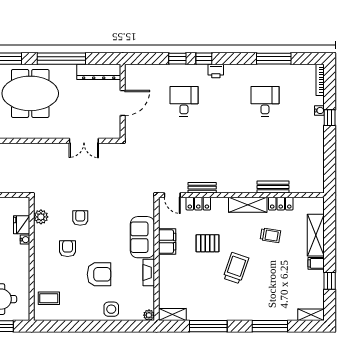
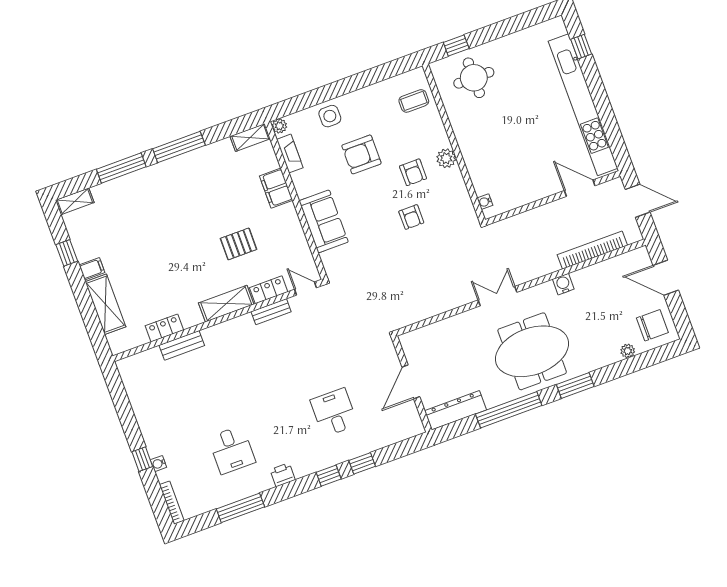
printer: (216, 71) -> (283, 475), moved
desk: (184, 101) -> (334, 412), turned 180
double door: (84, 141) -> (497, 296), moved
shelving: (248, 205) -> (226, 304), moved
plant: (41, 217) -> (446, 158), moved
fridge: (22, 225) -> (482, 181), removed
trolley: (270, 235) -> (163, 283), removed
water cooler: (25, 240) -> (485, 202), moved
filing cabinet: (167, 242) -> (276, 188), moved
trolley: (236, 268) -> (191, 226), removed
fireplace: (149, 272) -> (290, 154), moved
window: (208, 326) -> (179, 147), moved

